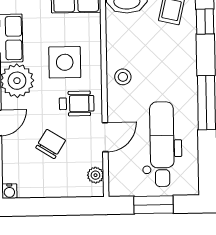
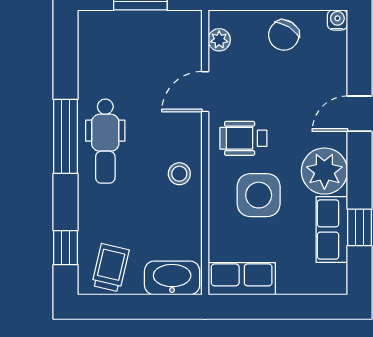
chair: (51, 144) -> (284, 35), moved
dental chair: (162, 144) -> (105, 141), moved, width x0.73, depth x0.72

